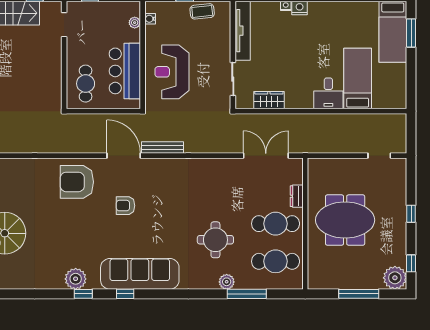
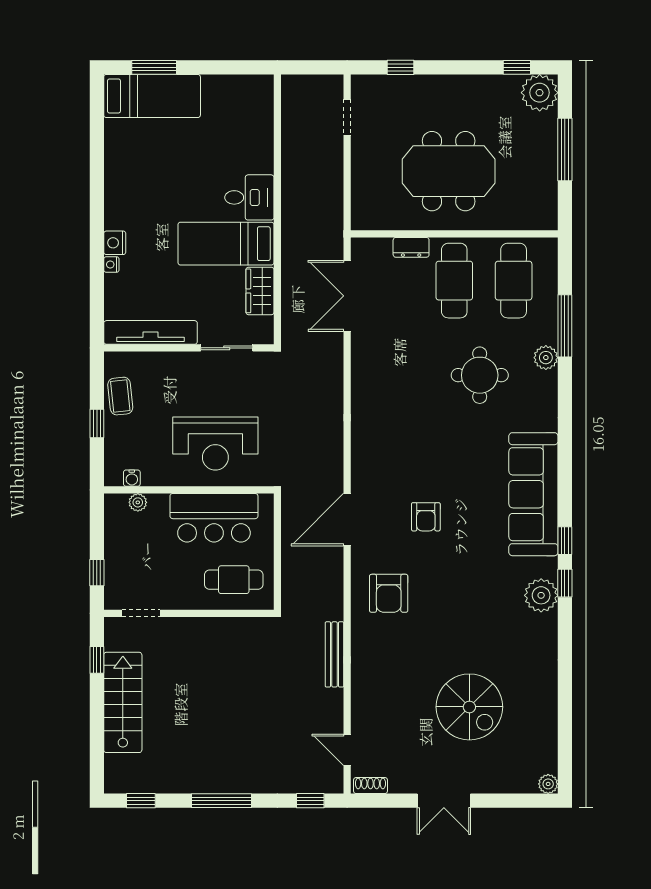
bed: (358, 79) -> (226, 244), moved
bench: (163, 148) -> (335, 654), moved
armchair: (77, 182) -> (389, 593), width x0.73, depth x0.73
window: (411, 214) -> (401, 67), moved
meeting table: (345, 220) -> (449, 171), turned 90
window: (125, 294) -> (565, 541), moved

